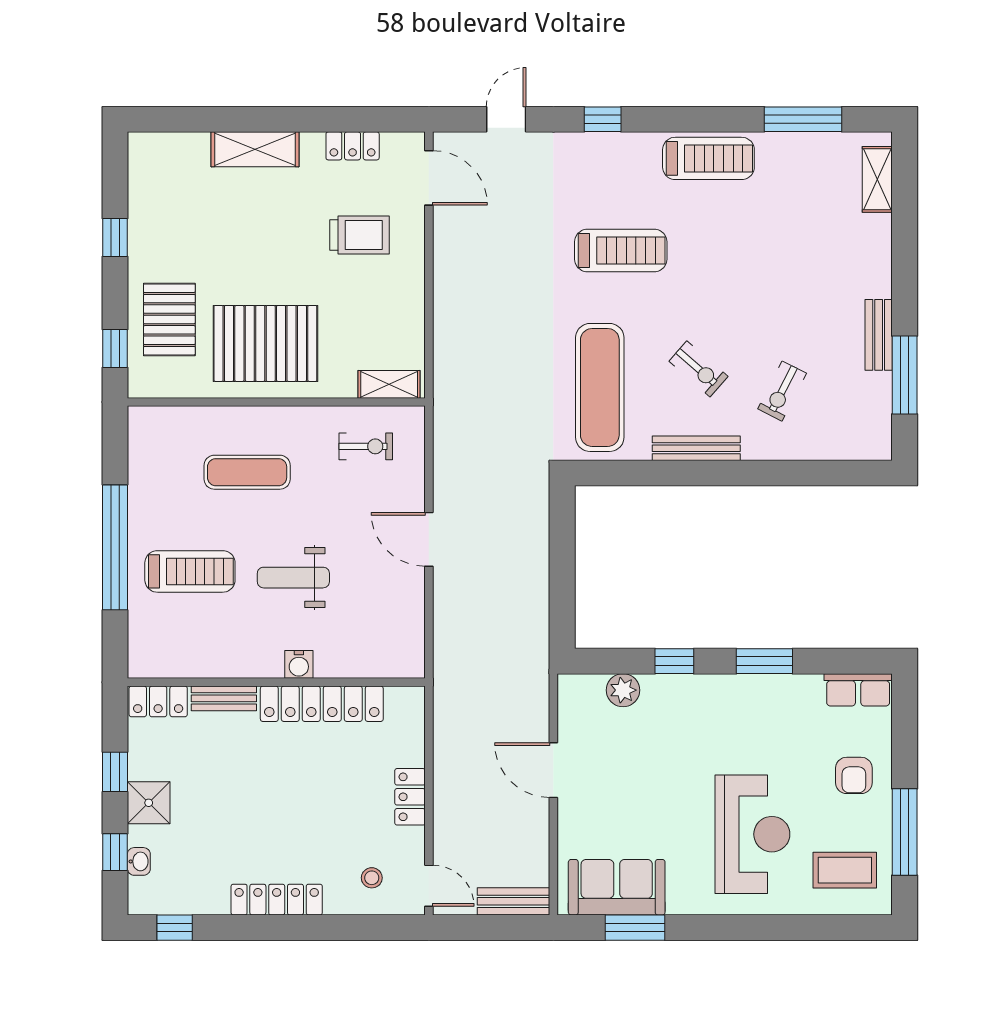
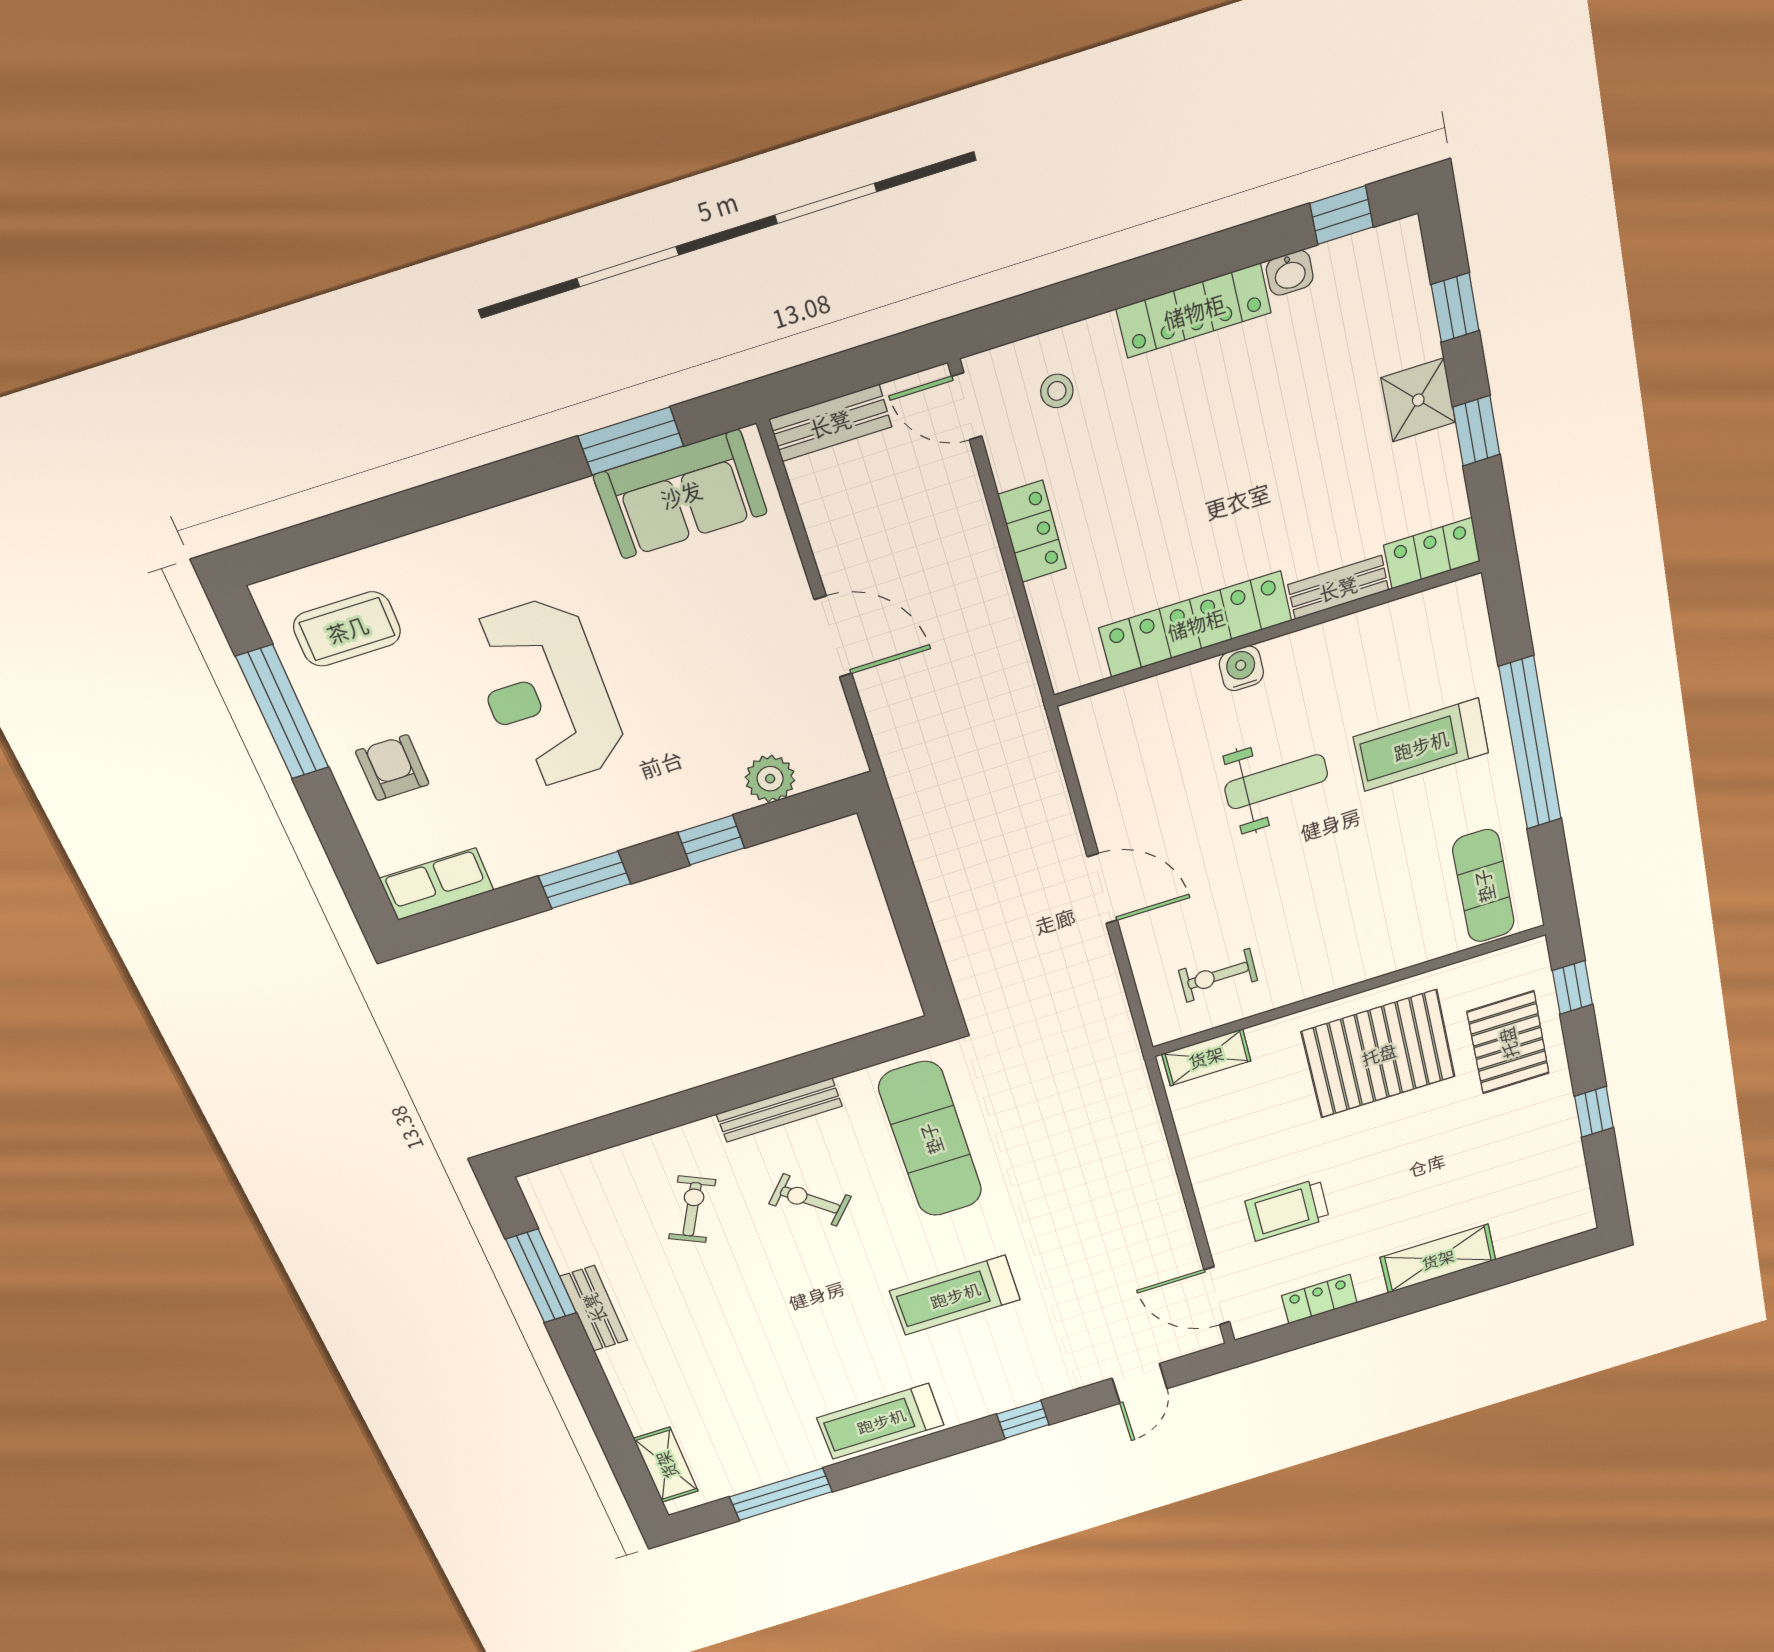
exercise mat: (247, 472) -> (1484, 886), moved, turned 90
reception desk: (752, 834) -> (546, 693), moved
washbasin: (139, 861) -> (1290, 273), moved, turned -90

